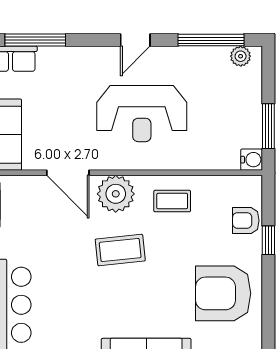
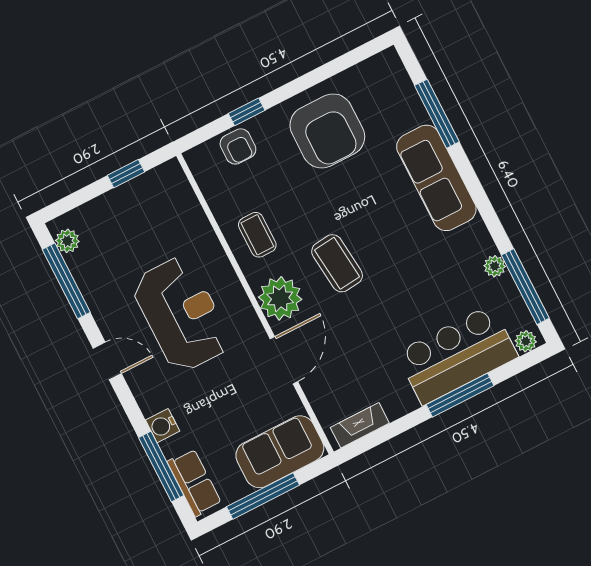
window: (268, 126) -> (126, 174), width x0.67
water cooler: (252, 160) -> (163, 426), moved, turned -90

